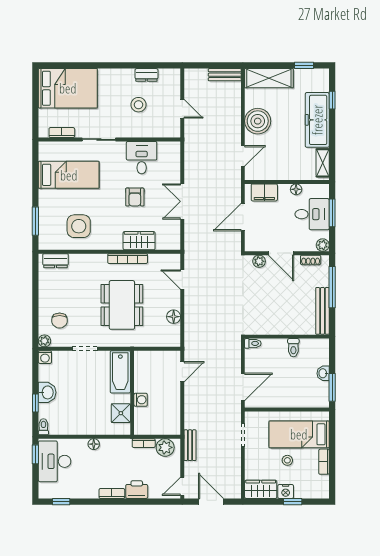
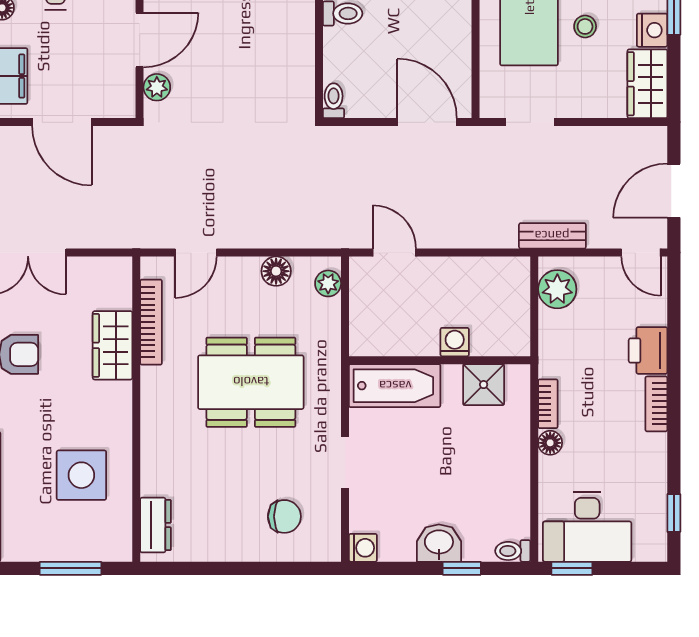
bookcase: (128, 259) -> (151, 322), moved
plant: (44, 341) -> (328, 283), moved
bookcase: (144, 443) -> (548, 404), moved

